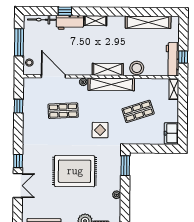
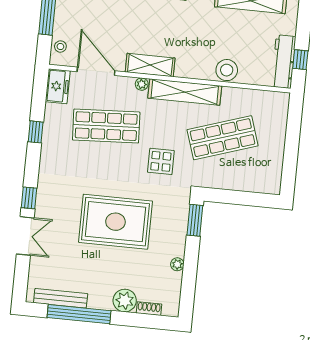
shelving: (108, 69) -> (150, 65), moved
shelving: (174, 89) -> (281, 108), removed
window: (19, 106) -> (36, 132), moved
shop shelf: (63, 111) -> (106, 126), width x1.43, depth x1.36
shop shelf: (138, 111) -> (223, 138), width x1.43, depth x1.36
freezer: (171, 133) -> (58, 86), moved, turned 180

